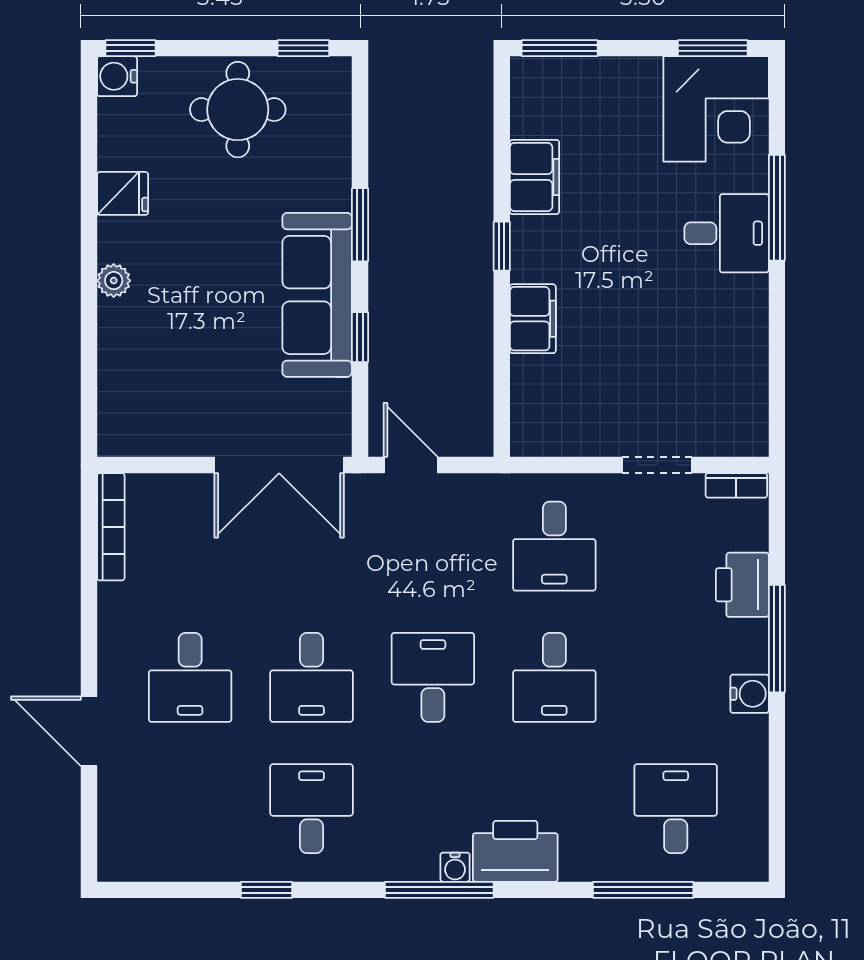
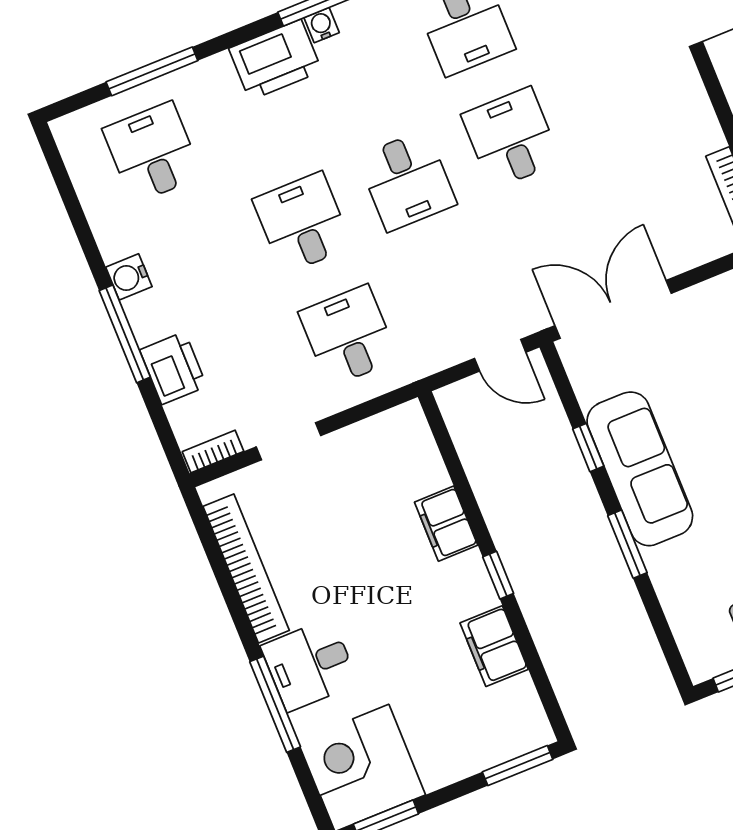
bookcase: (751, 355) -> (246, 568), added
desk: (190, 677) -> (616, 96), removed
desk: (676, 809) -> (152, 152), turned 180

